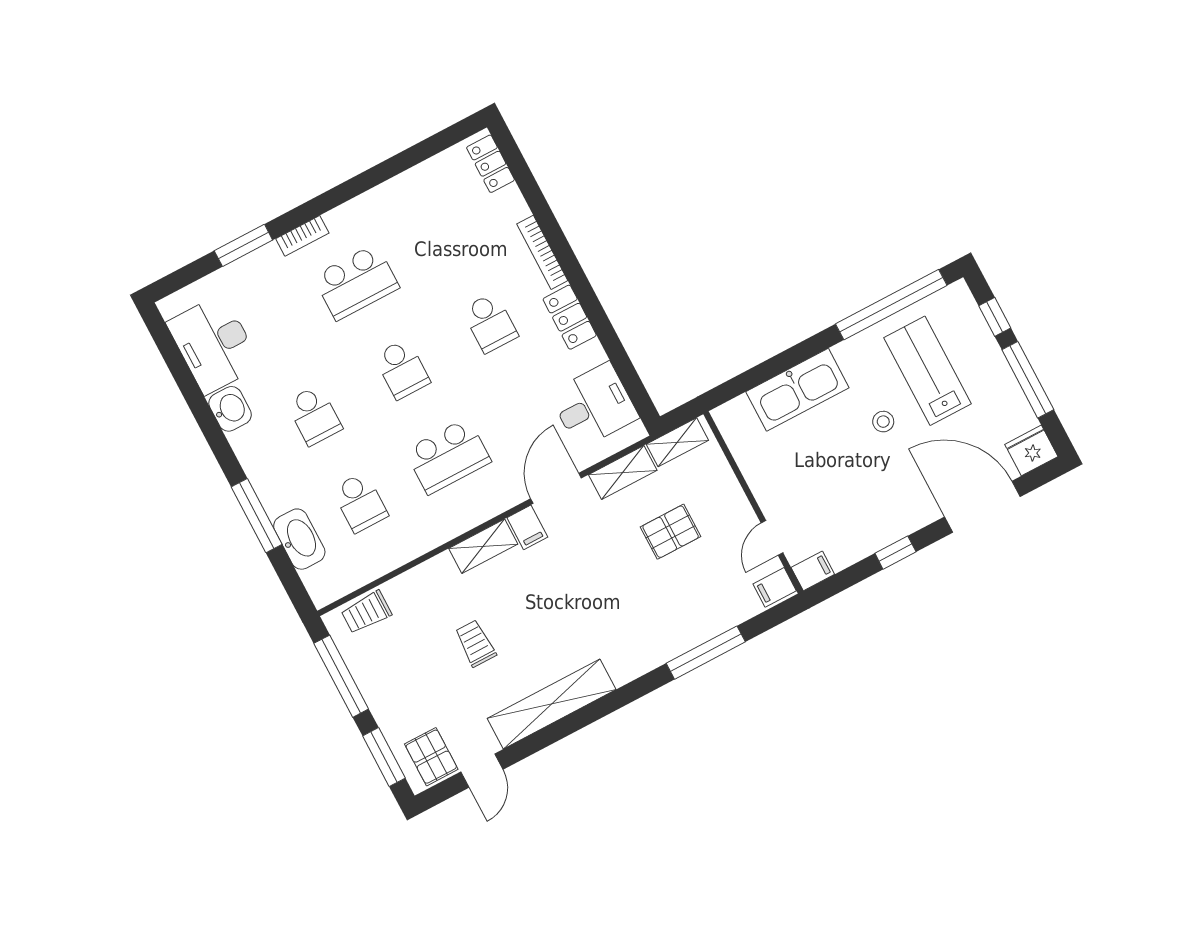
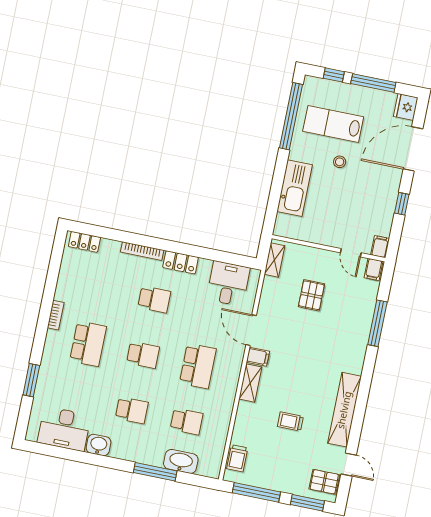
bookcase: (302, 236) -> (56, 315), moved
shelving: (623, 473) -> (268, 295), removed

